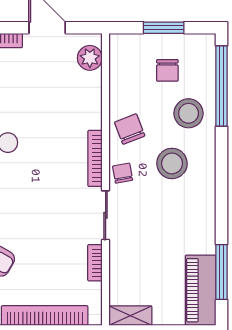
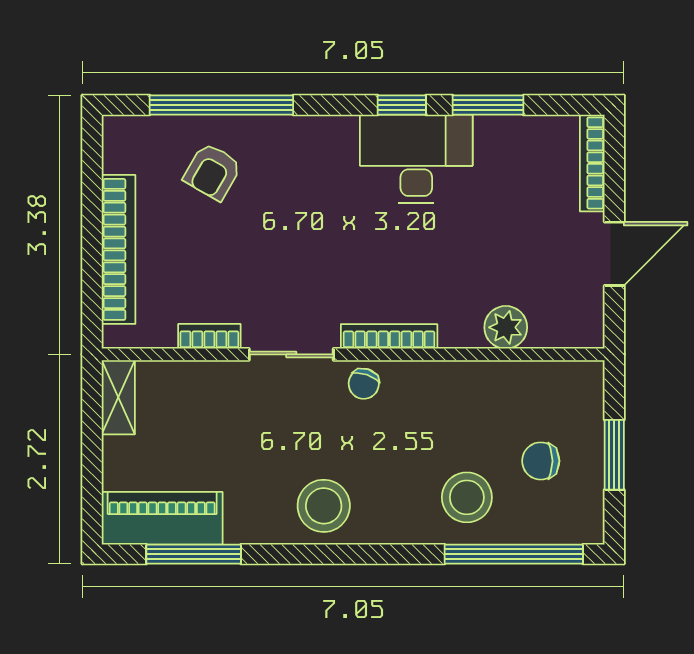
plant: (90, 58) -> (506, 327), moved
chair: (130, 129) -> (440, 396), removed
stool: (172, 163) -> (324, 506), moved
chair: (123, 173) -> (364, 384), turned 119

